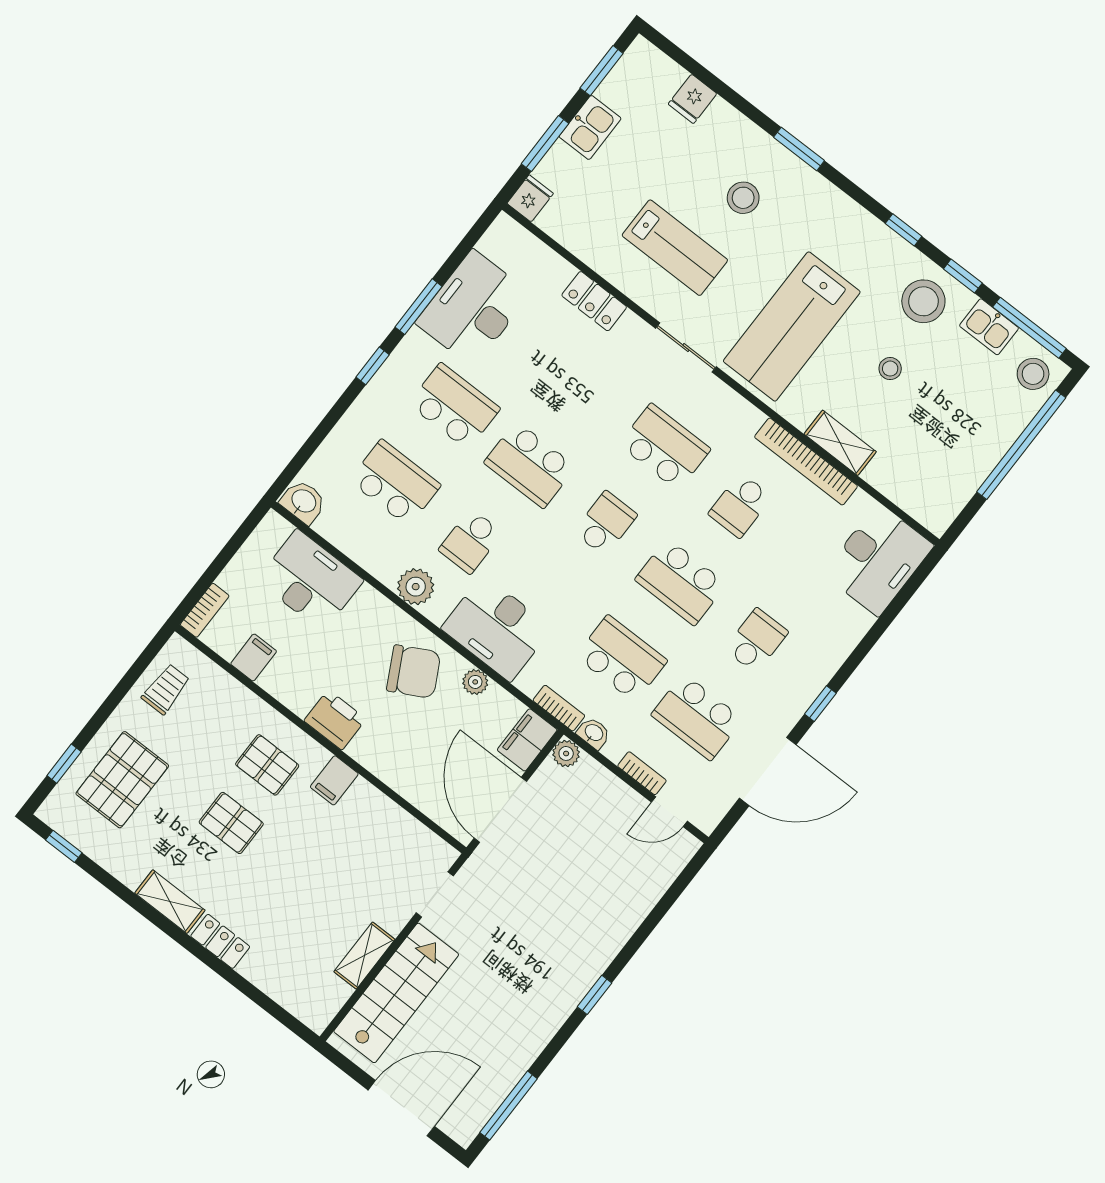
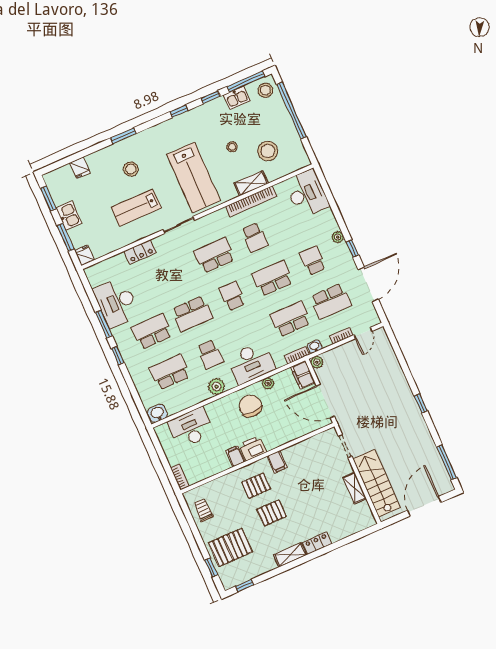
lab bench: (675, 248) -> (136, 208), turned 180
stool: (923, 301) -> (268, 151), moved
school desk: (681, 582) -> (273, 278), turned 180
filing cabinet: (254, 657) -> (235, 456), moved
plant: (827, 664) -> (338, 237), added
chair: (414, 672) -> (250, 406), turned -62
pallet: (122, 780) -> (230, 547), turned 90

